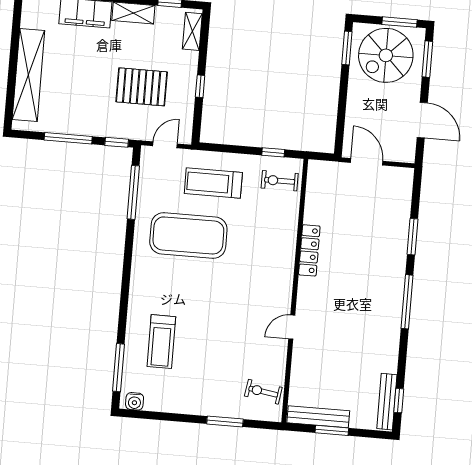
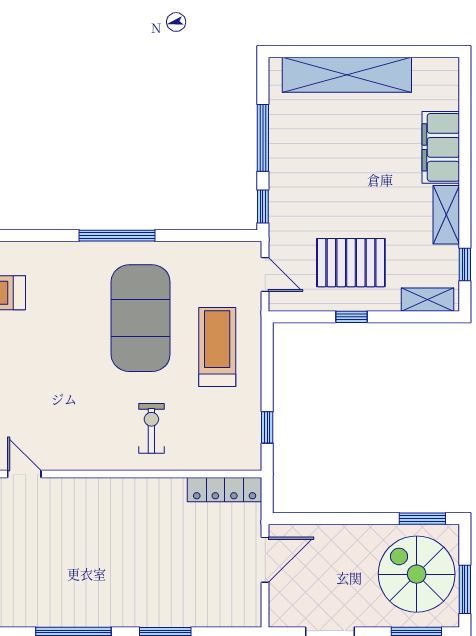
pallet: (142, 87) -> (351, 263), moved, turned 90
exercise bike: (280, 181) -> (151, 428), moved
window: (133, 192) -> (117, 236), moved
locker: (309, 250) -> (225, 490), moved

